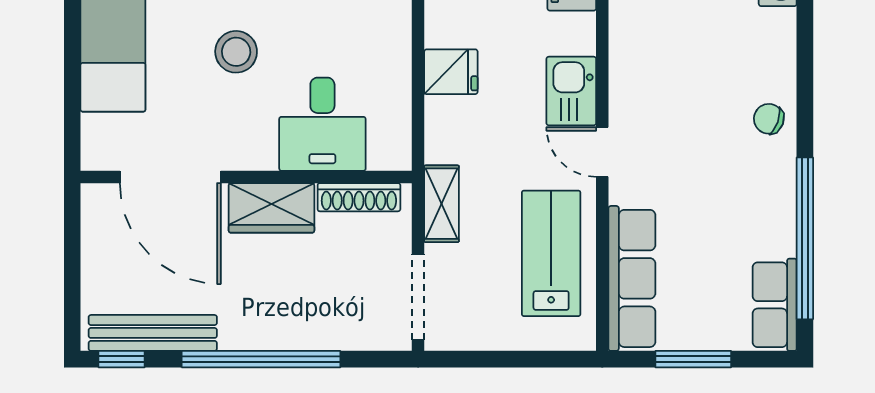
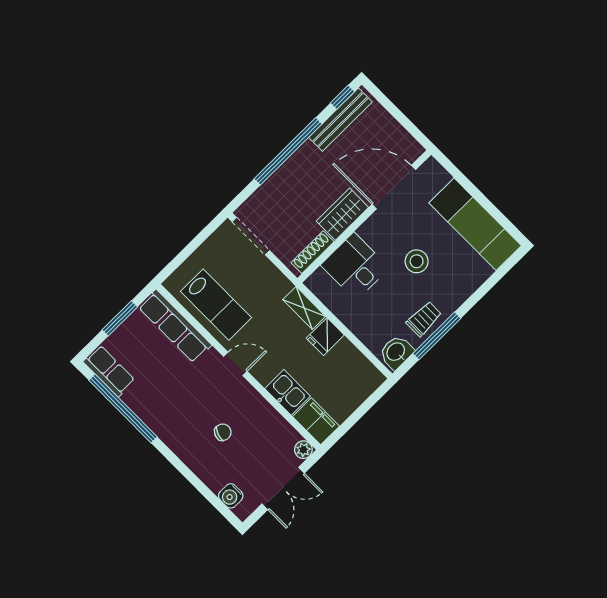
kitchen sink: (571, 91) -> (288, 392), moved
chair: (769, 119) -> (223, 432), moved
shelving: (442, 204) -> (304, 308), moved

